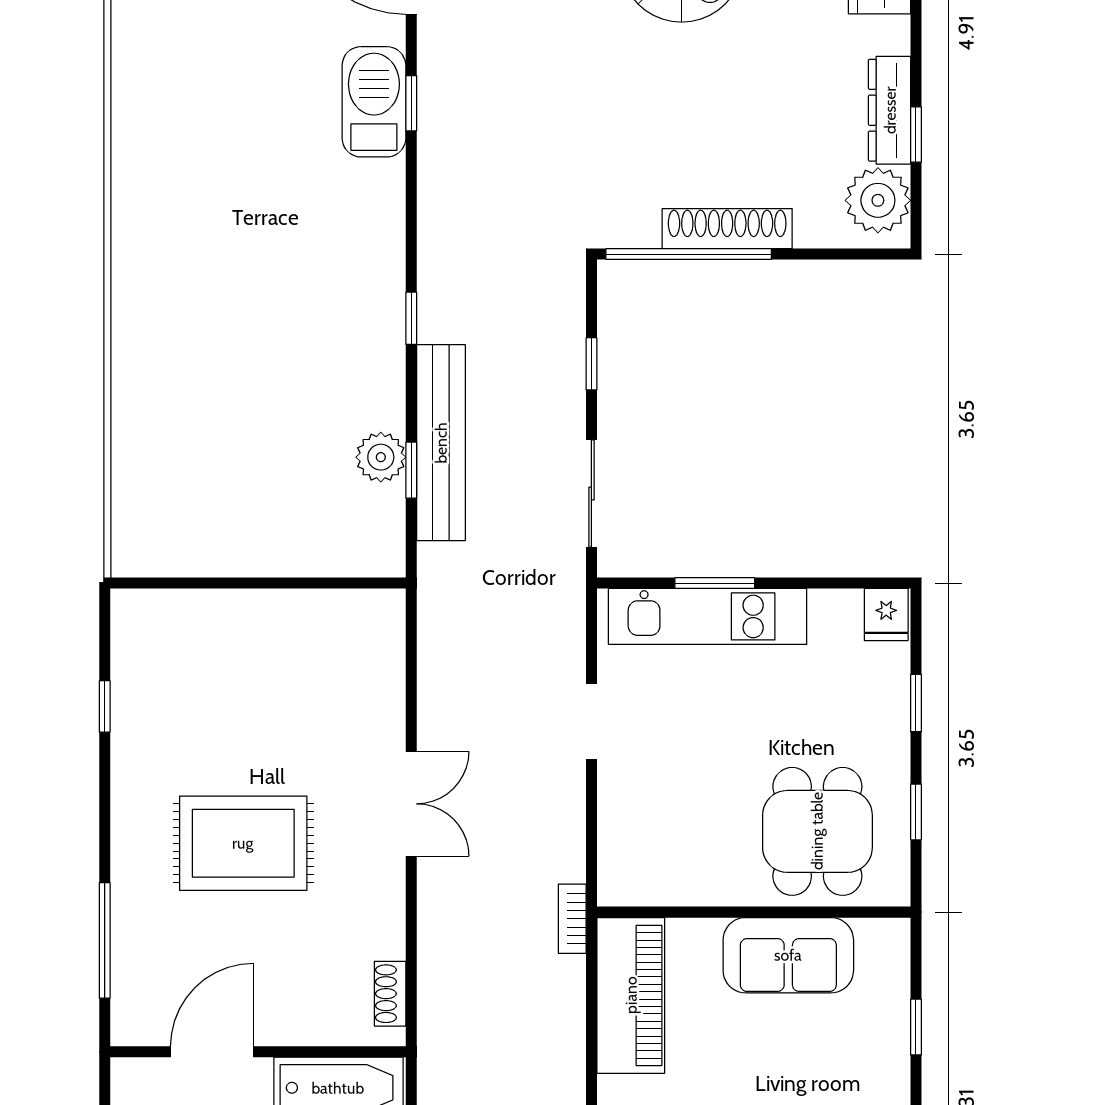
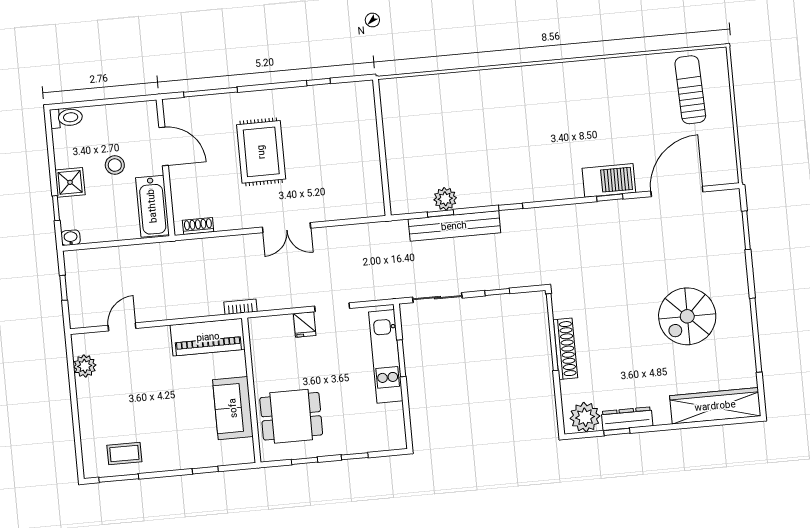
fridge: (886, 615) -> (305, 325), moved, turned -90

